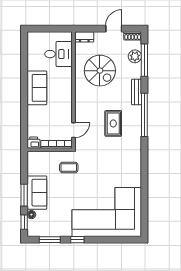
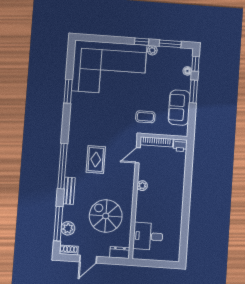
sofa: (37, 88) -> (173, 202), removed
plant: (67, 102) -> (142, 186), added
window: (144, 187) -> (68, 91), added
sofa: (37, 193) -> (179, 108), moved
plant: (67, 232) -> (152, 50), added

